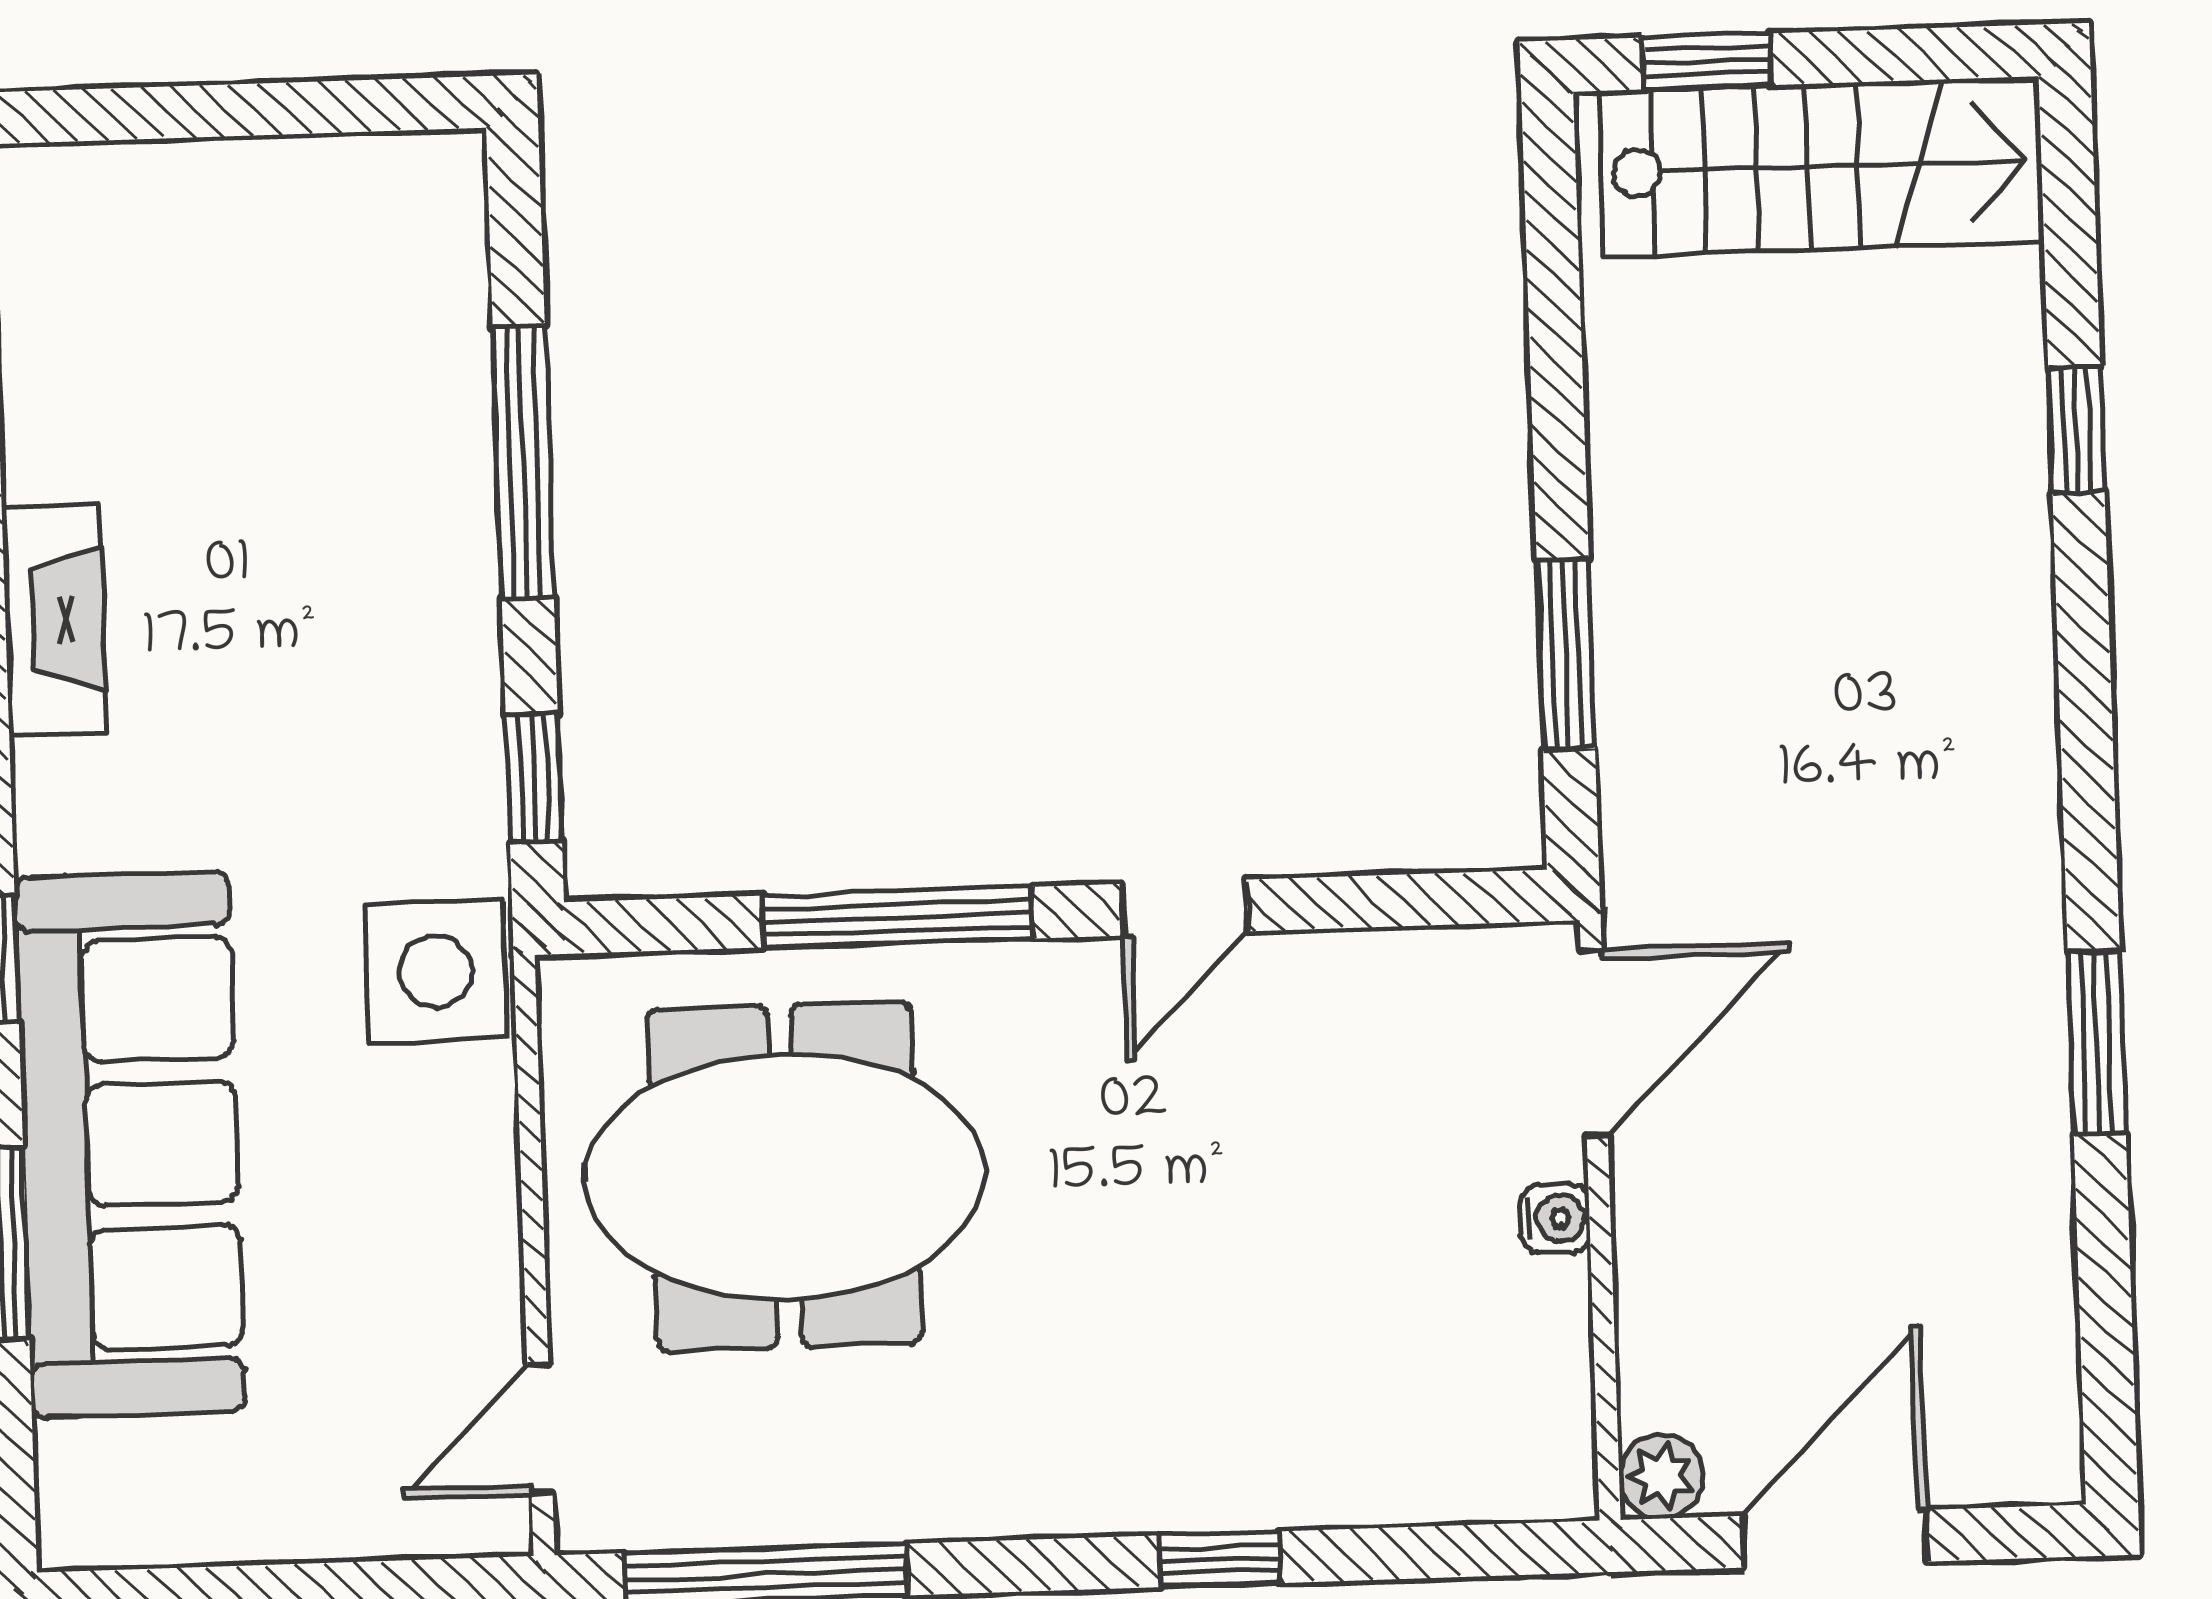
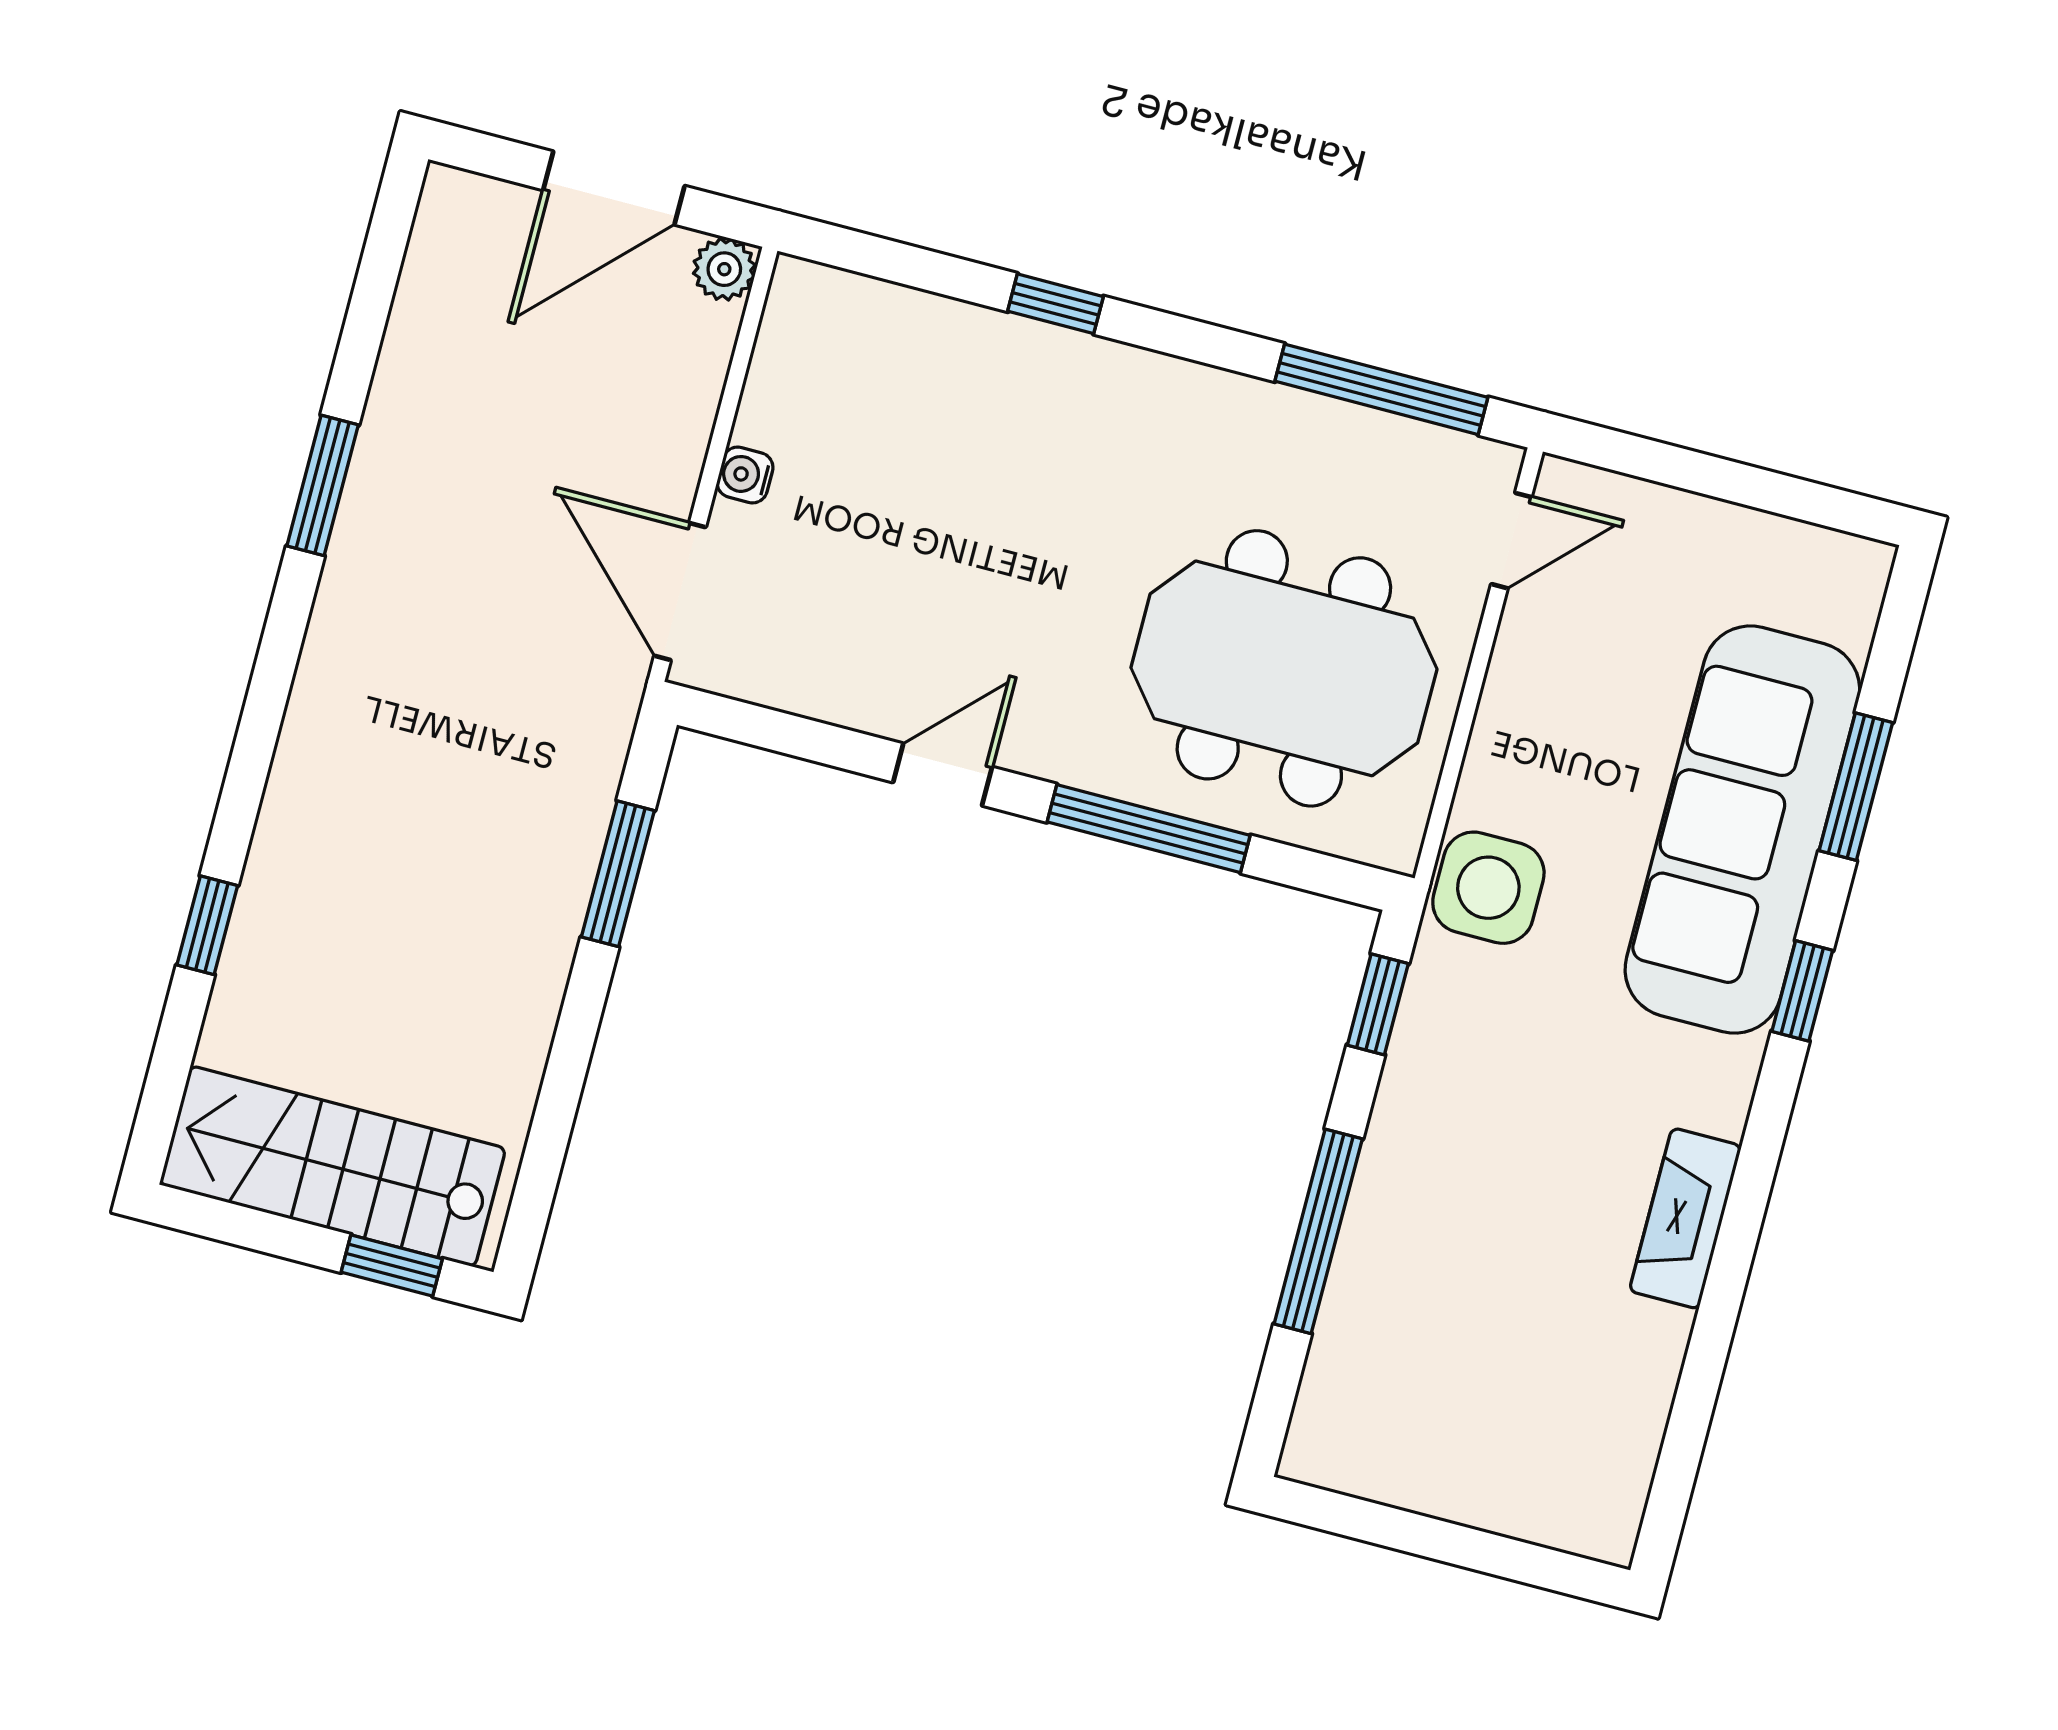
door: (1594, 1043) -> (680, 591), hinge flipped

